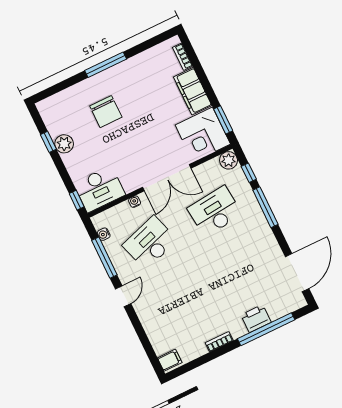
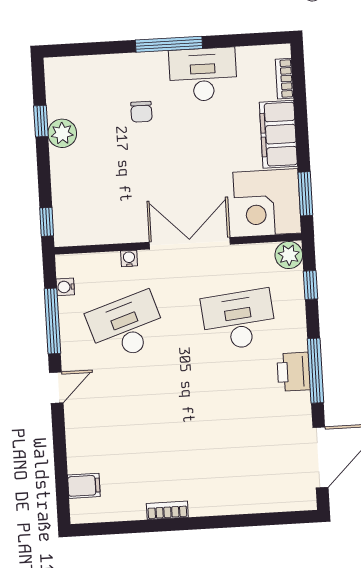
chair: (106, 112) -> (141, 112), width x0.54, depth x0.54
double door: (167, 178) -> (190, 243), swing flipped
desk: (99, 189) -> (203, 75), moved, turned 180
window: (265, 207) -> (315, 371), moved
printer: (256, 319) -> (294, 372), moved, turned -90
window: (266, 329) -> (242, 520), removed
filing cabinet: (170, 360) -> (84, 486), moved

